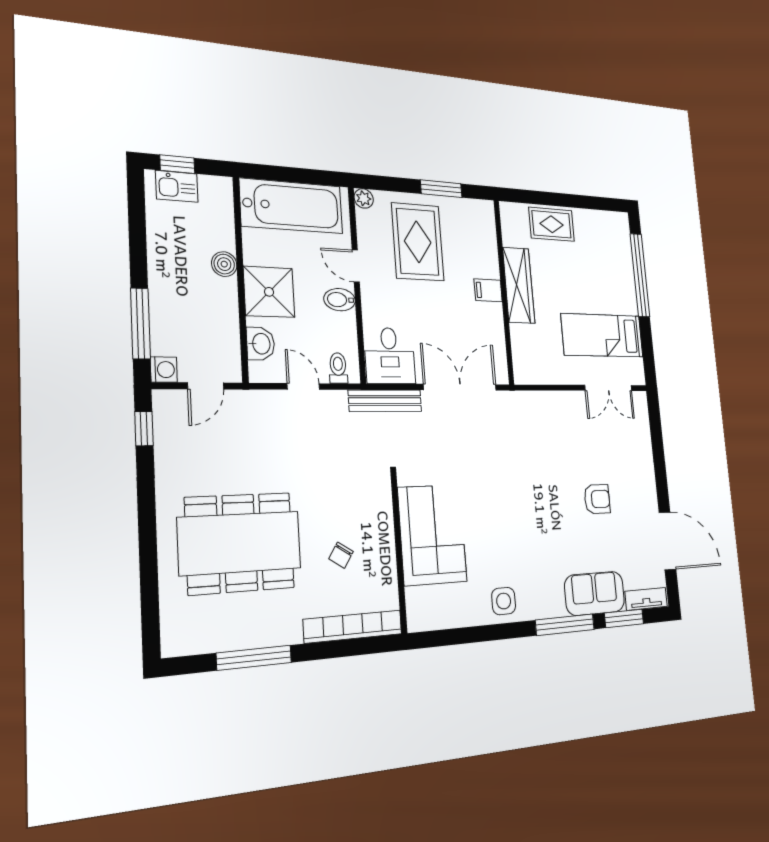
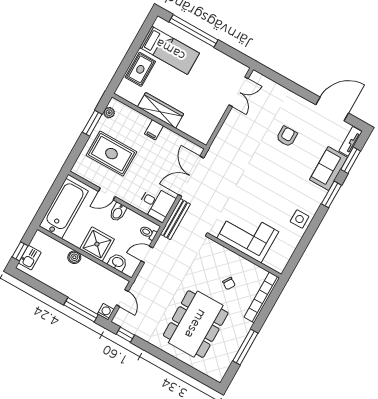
plant: (364, 198) -> (109, 113), moved
bed: (602, 335) -> (170, 50), moved, turned -90
window: (565, 625) -> (331, 194), width x0.69

